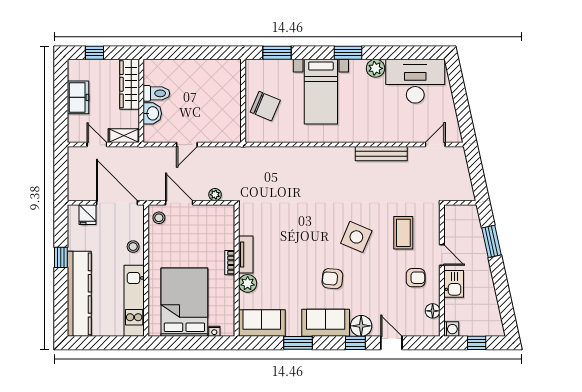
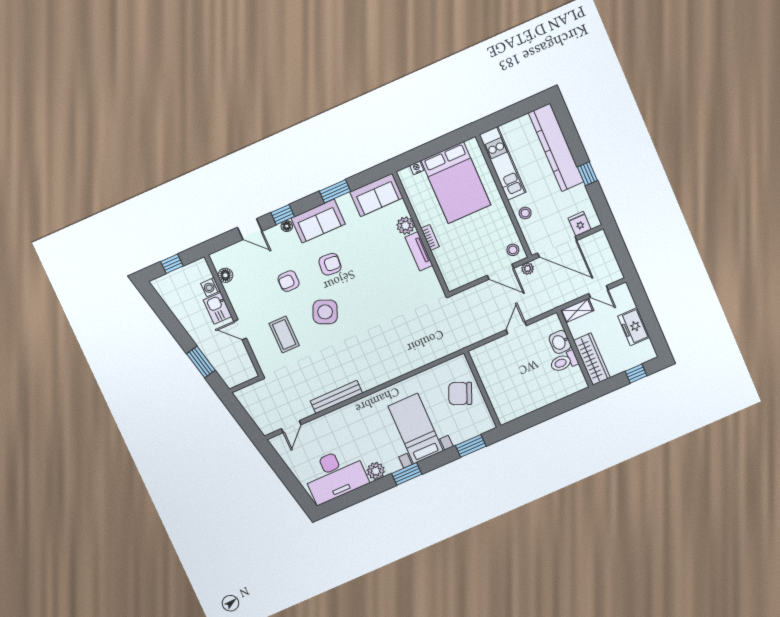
plant: (215, 195) -> (528, 269), moved
armchair: (416, 278) -> (289, 281), moved
floor lamp: (361, 326) -> (287, 226), width x0.53, depth x0.53
washing machine: (451, 329) -> (210, 287), moved

